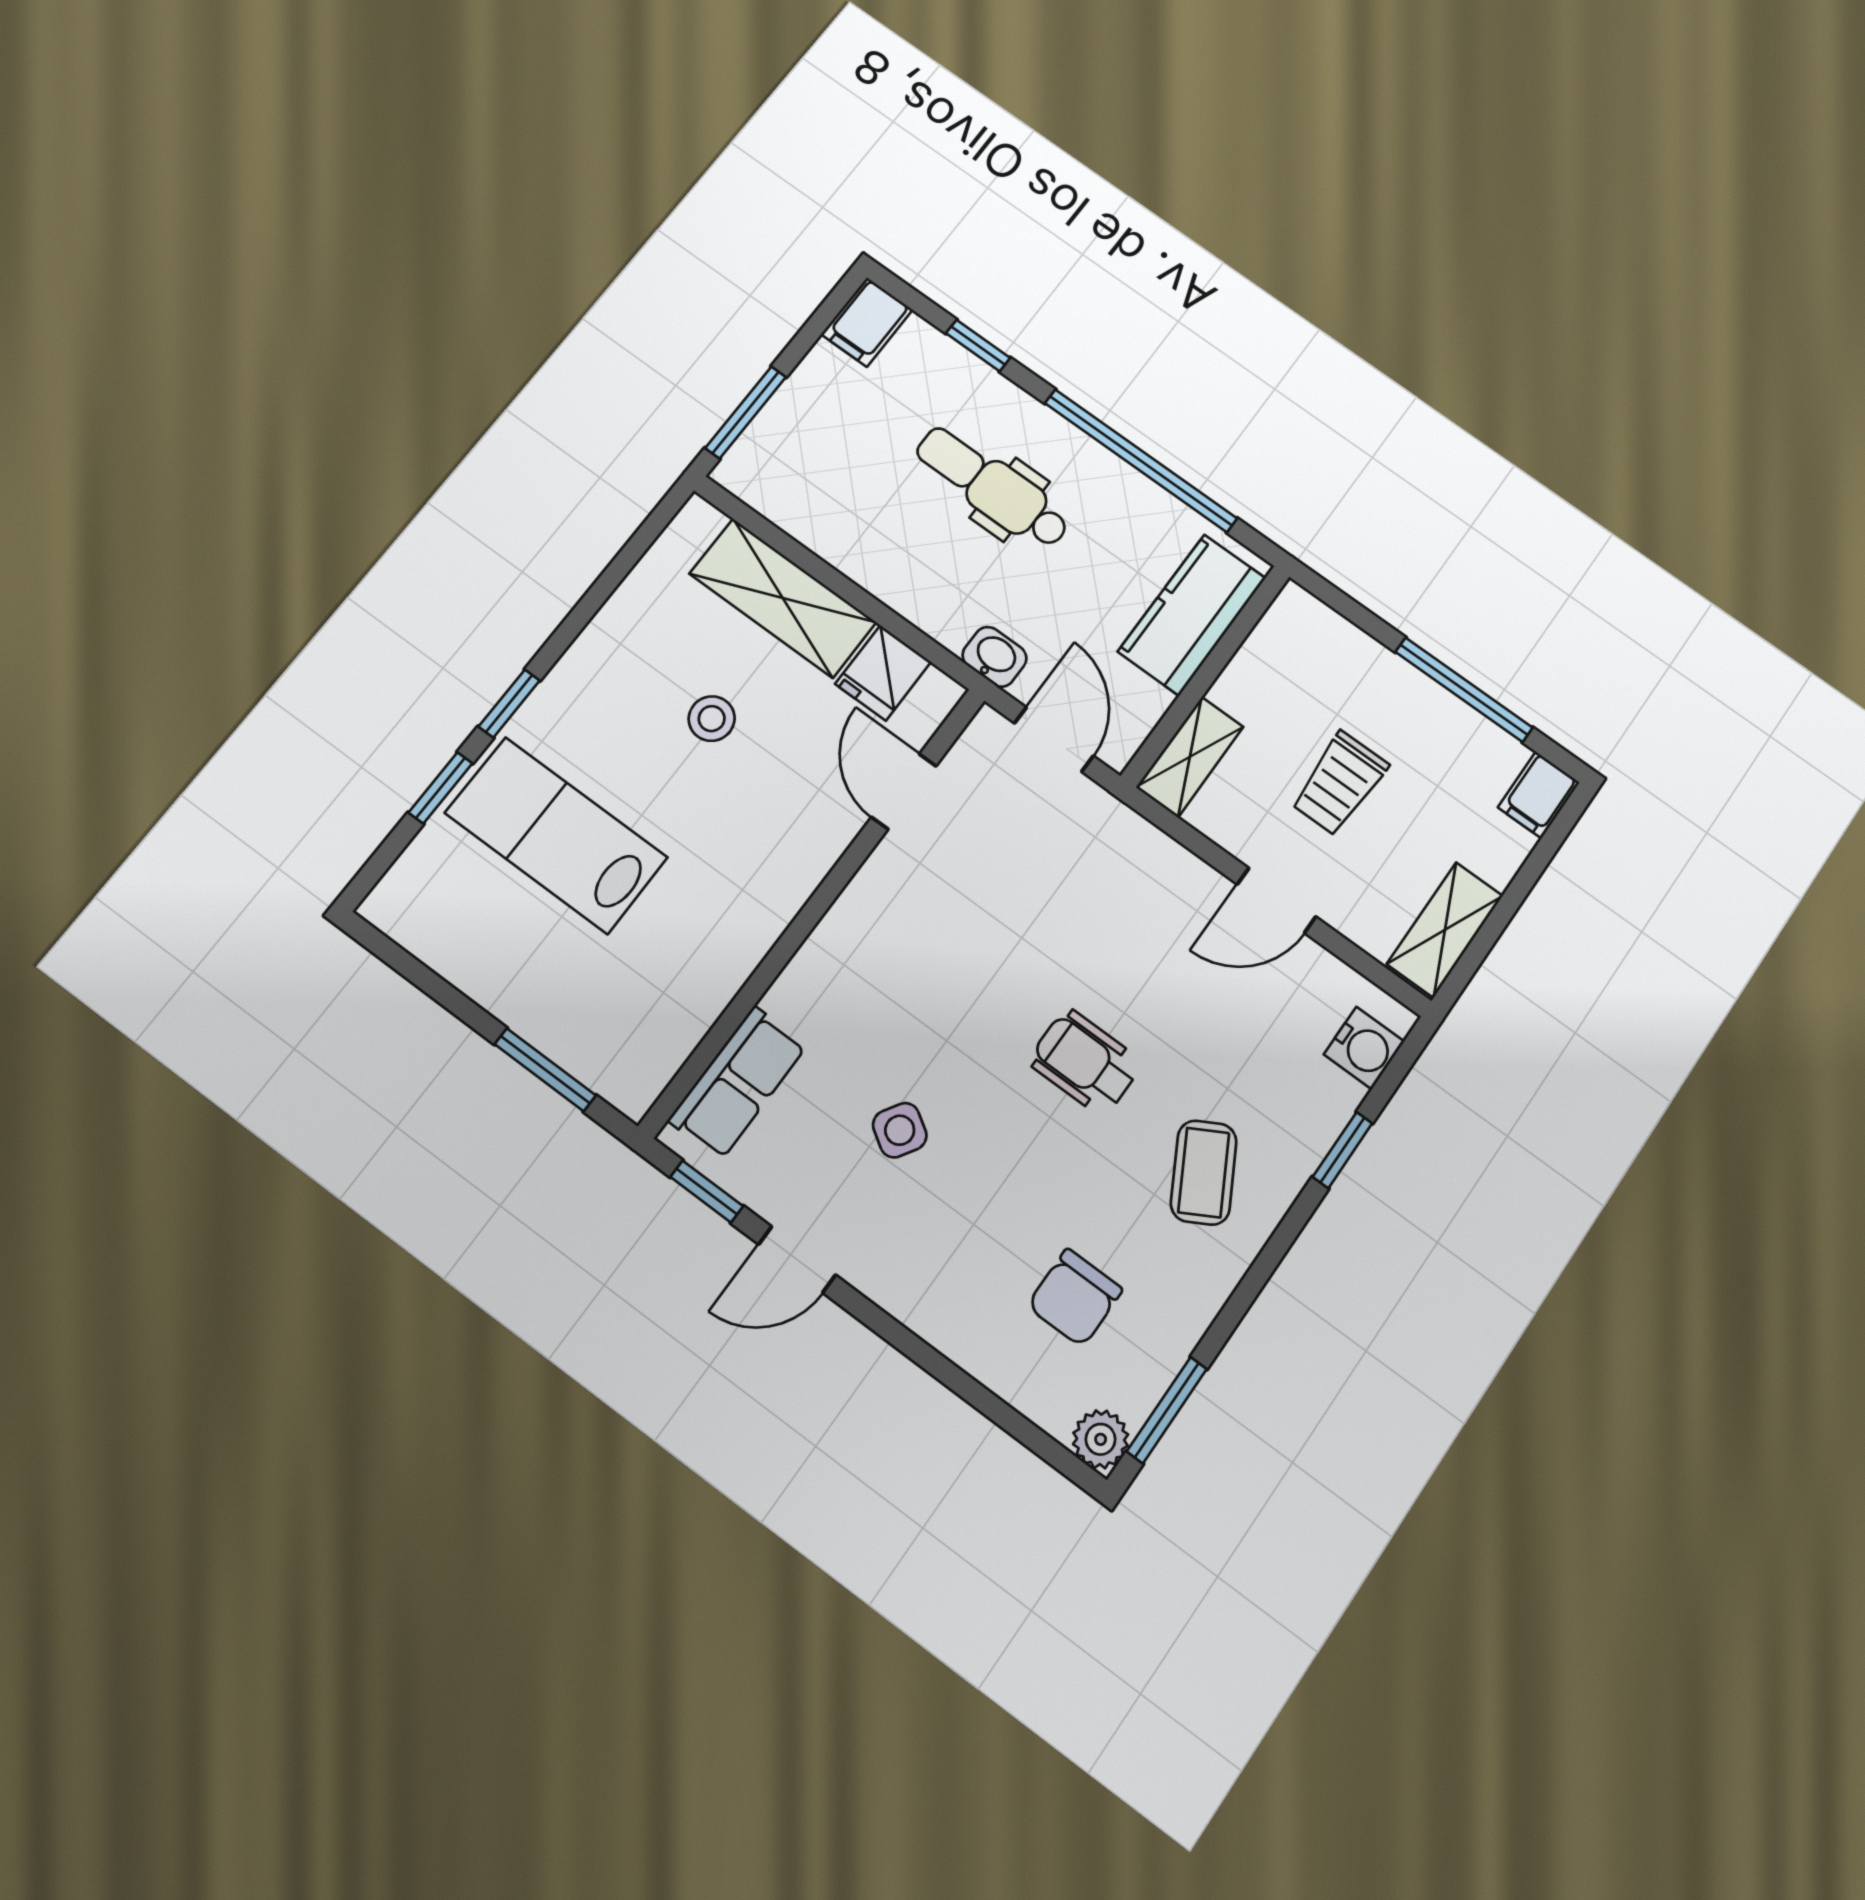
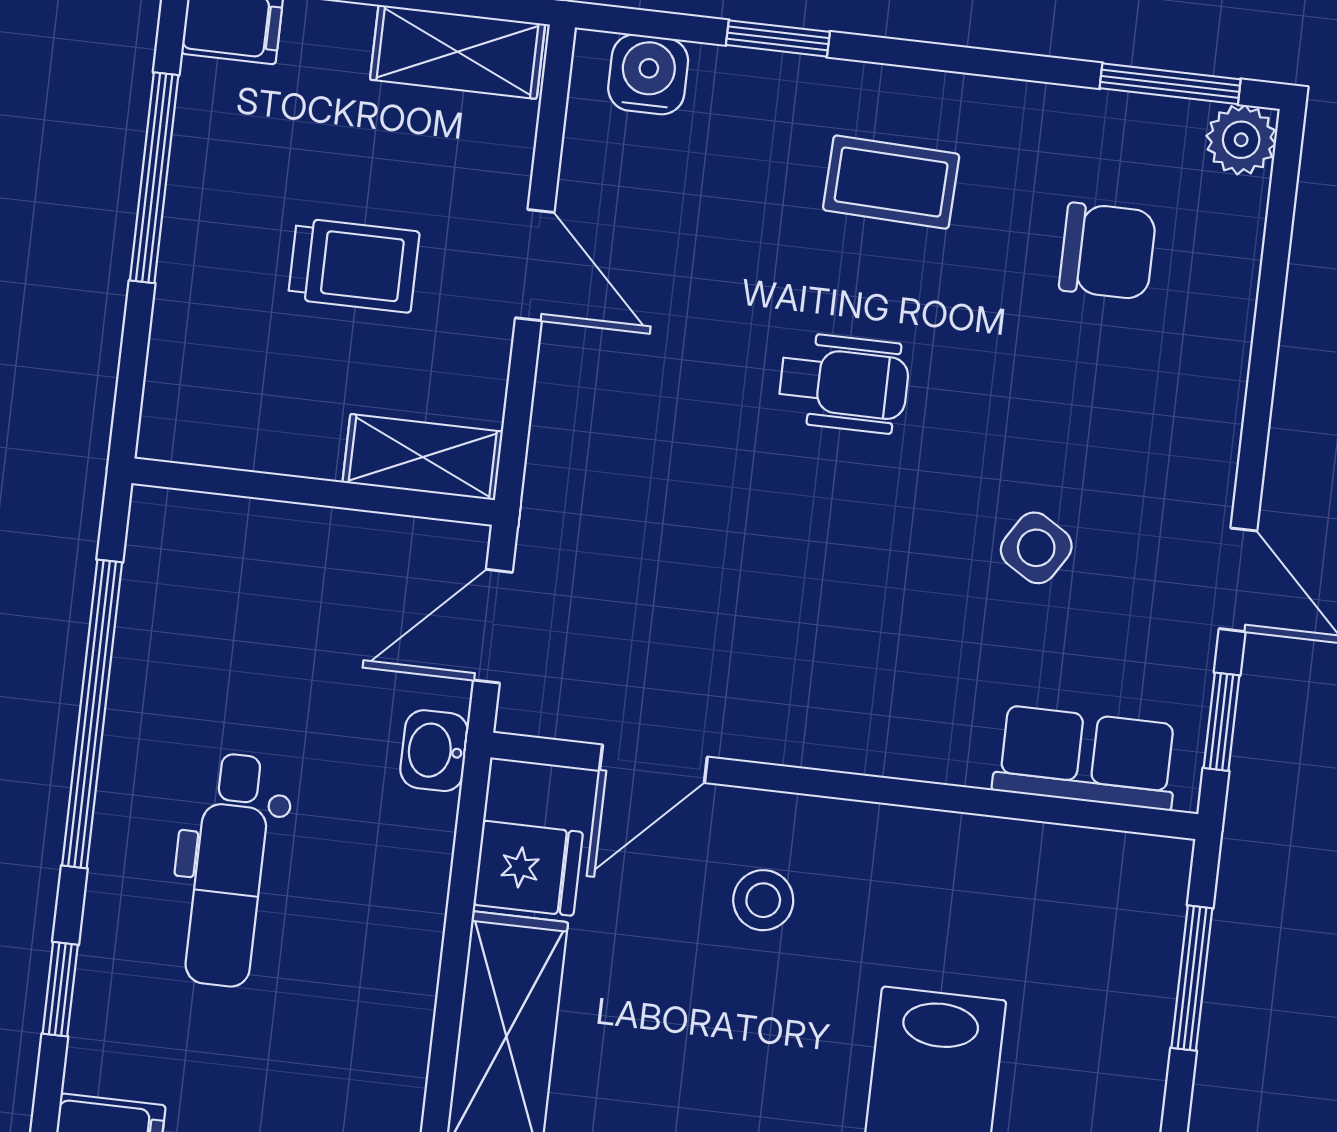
kitchen counter: (1192, 615) -> (249, 548), removed
stool: (712, 719) -> (763, 900), moved
wheelchair: (1085, 1062) -> (844, 383), turned -90
coffee table: (1204, 1173) -> (891, 182), turned 31

